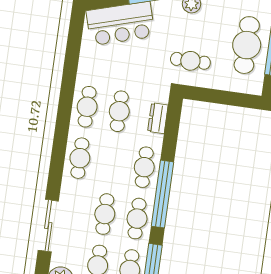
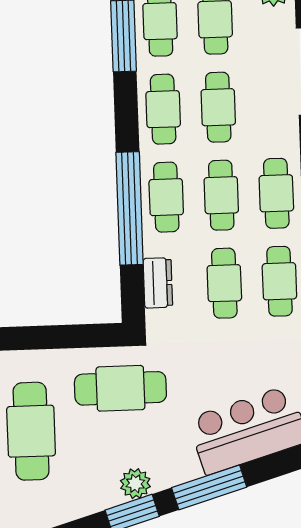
cafe table: (190, 61) -> (120, 388), width x1.37, depth x1.35
cafe table: (112, 163) -> (221, 195), added
window: (163, 194) -> (130, 208), moved

